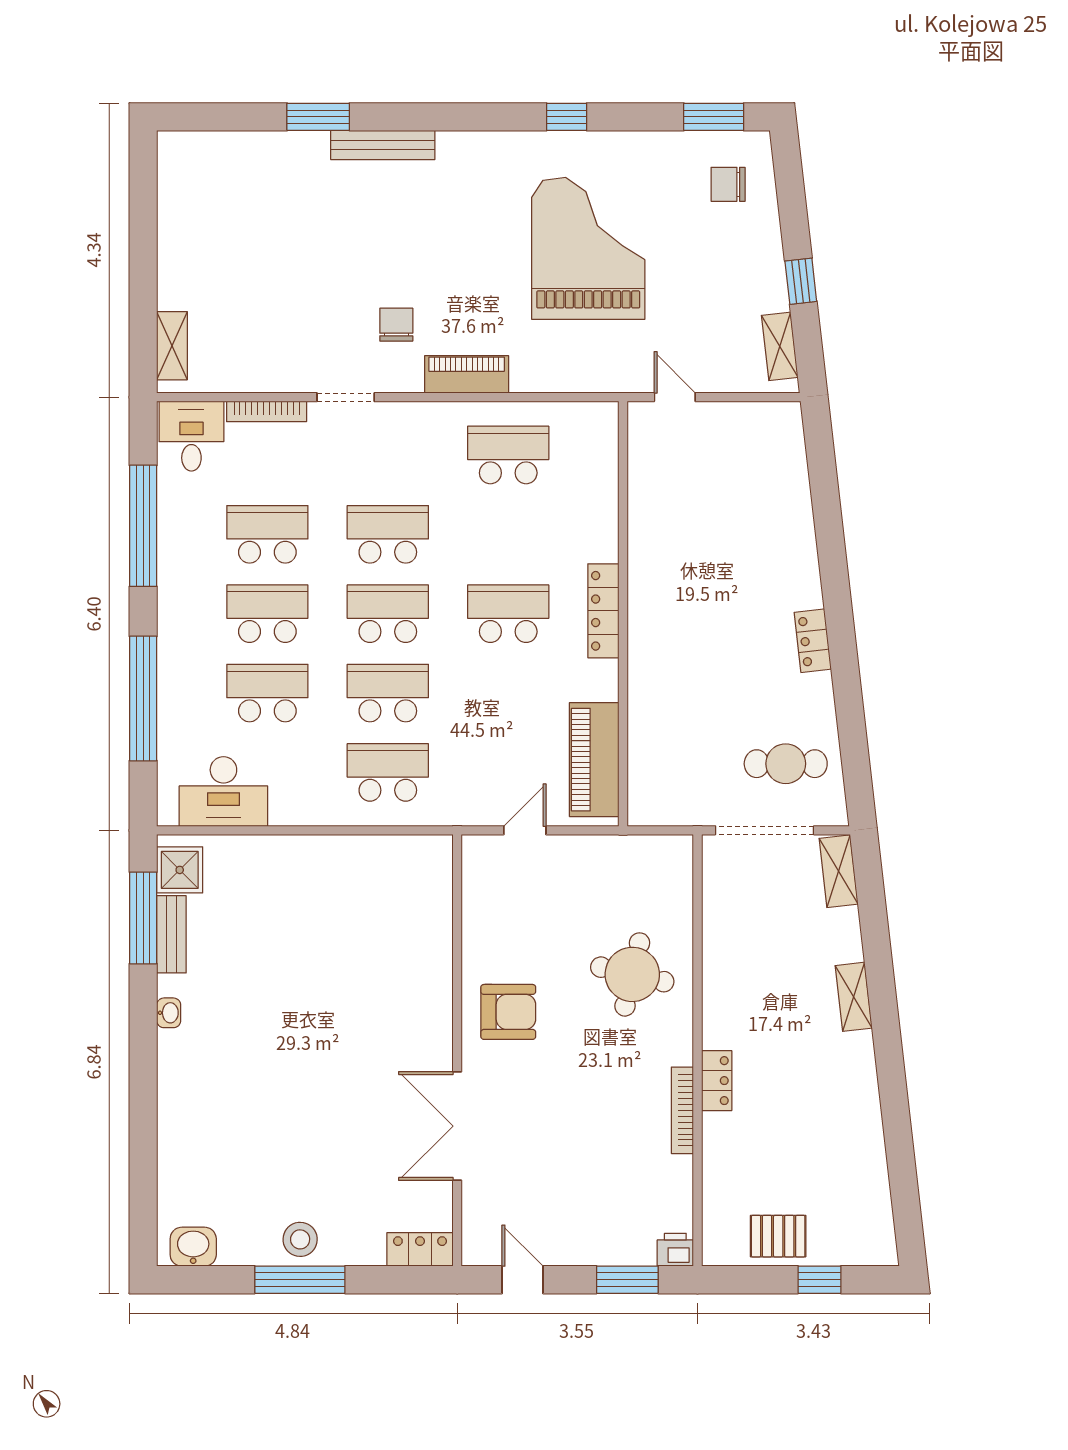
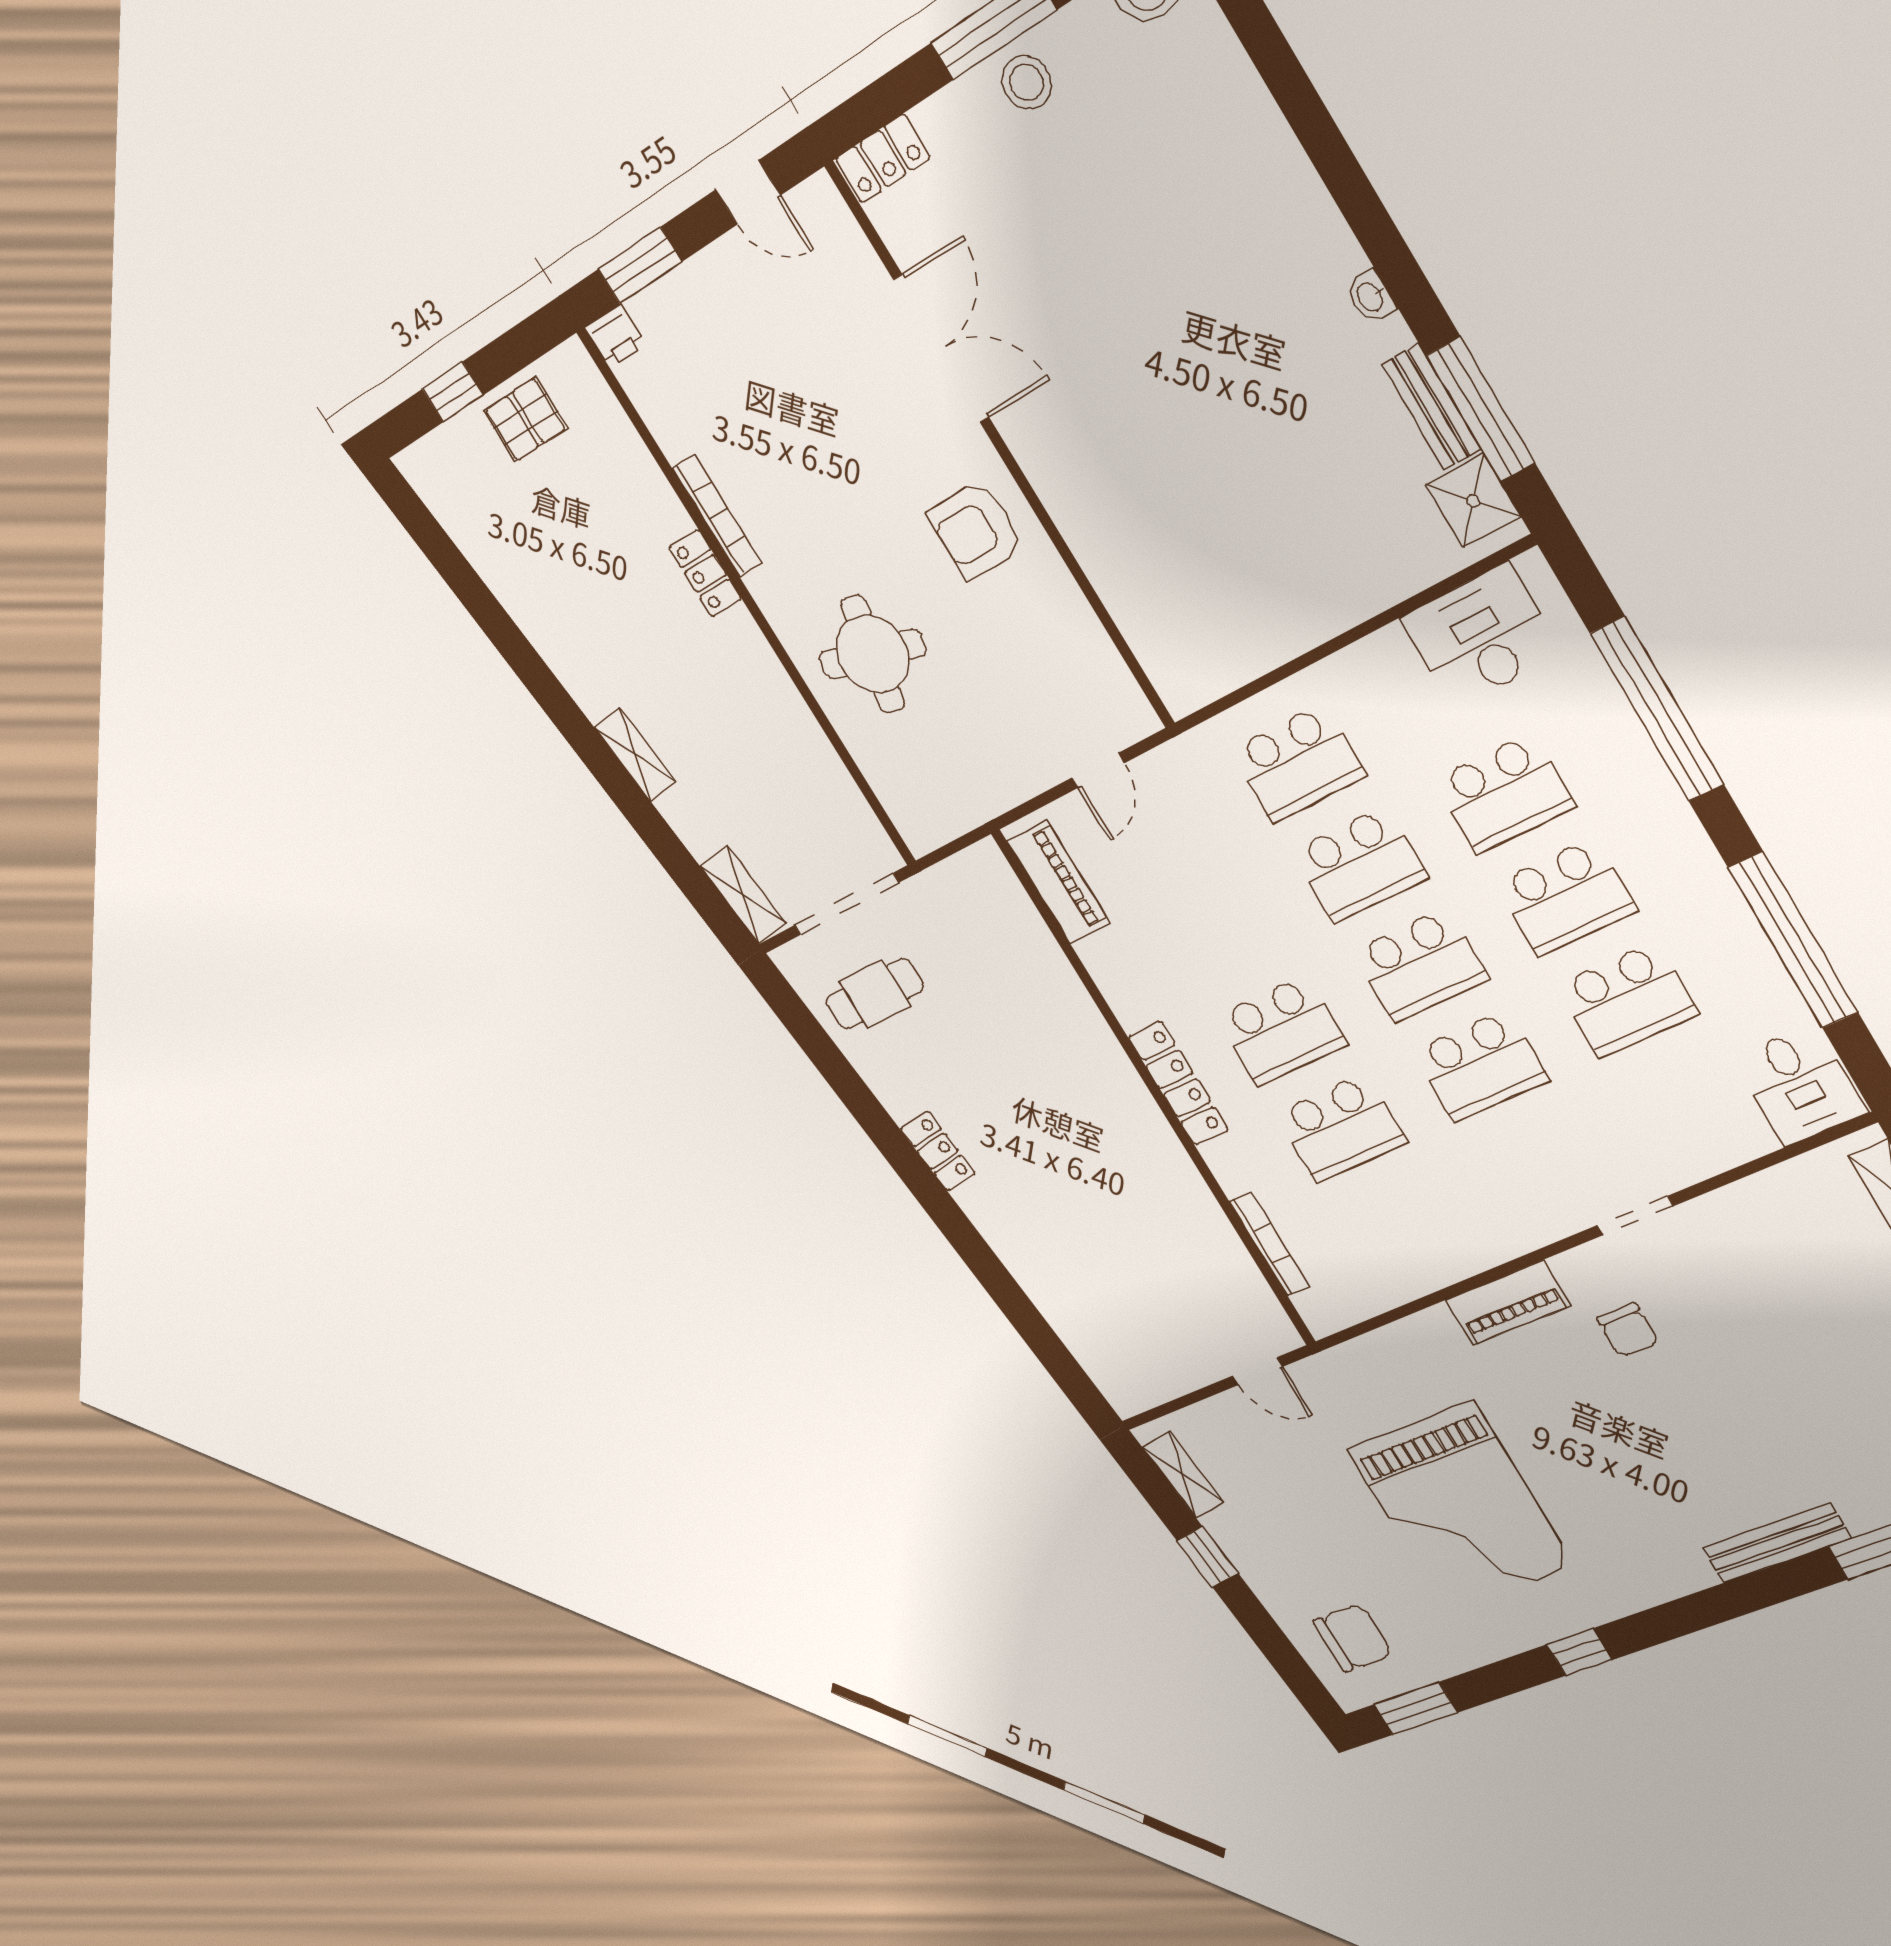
chair: (728, 184) -> (1352, 1638), width x1.37, depth x1.37
bookcase: (267, 411) -> (1270, 1244), moved, turned 90
school desk: (508, 455) -> (1341, 1128), moved
piano: (594, 760) -> (1058, 882), width x0.73, depth x0.75

